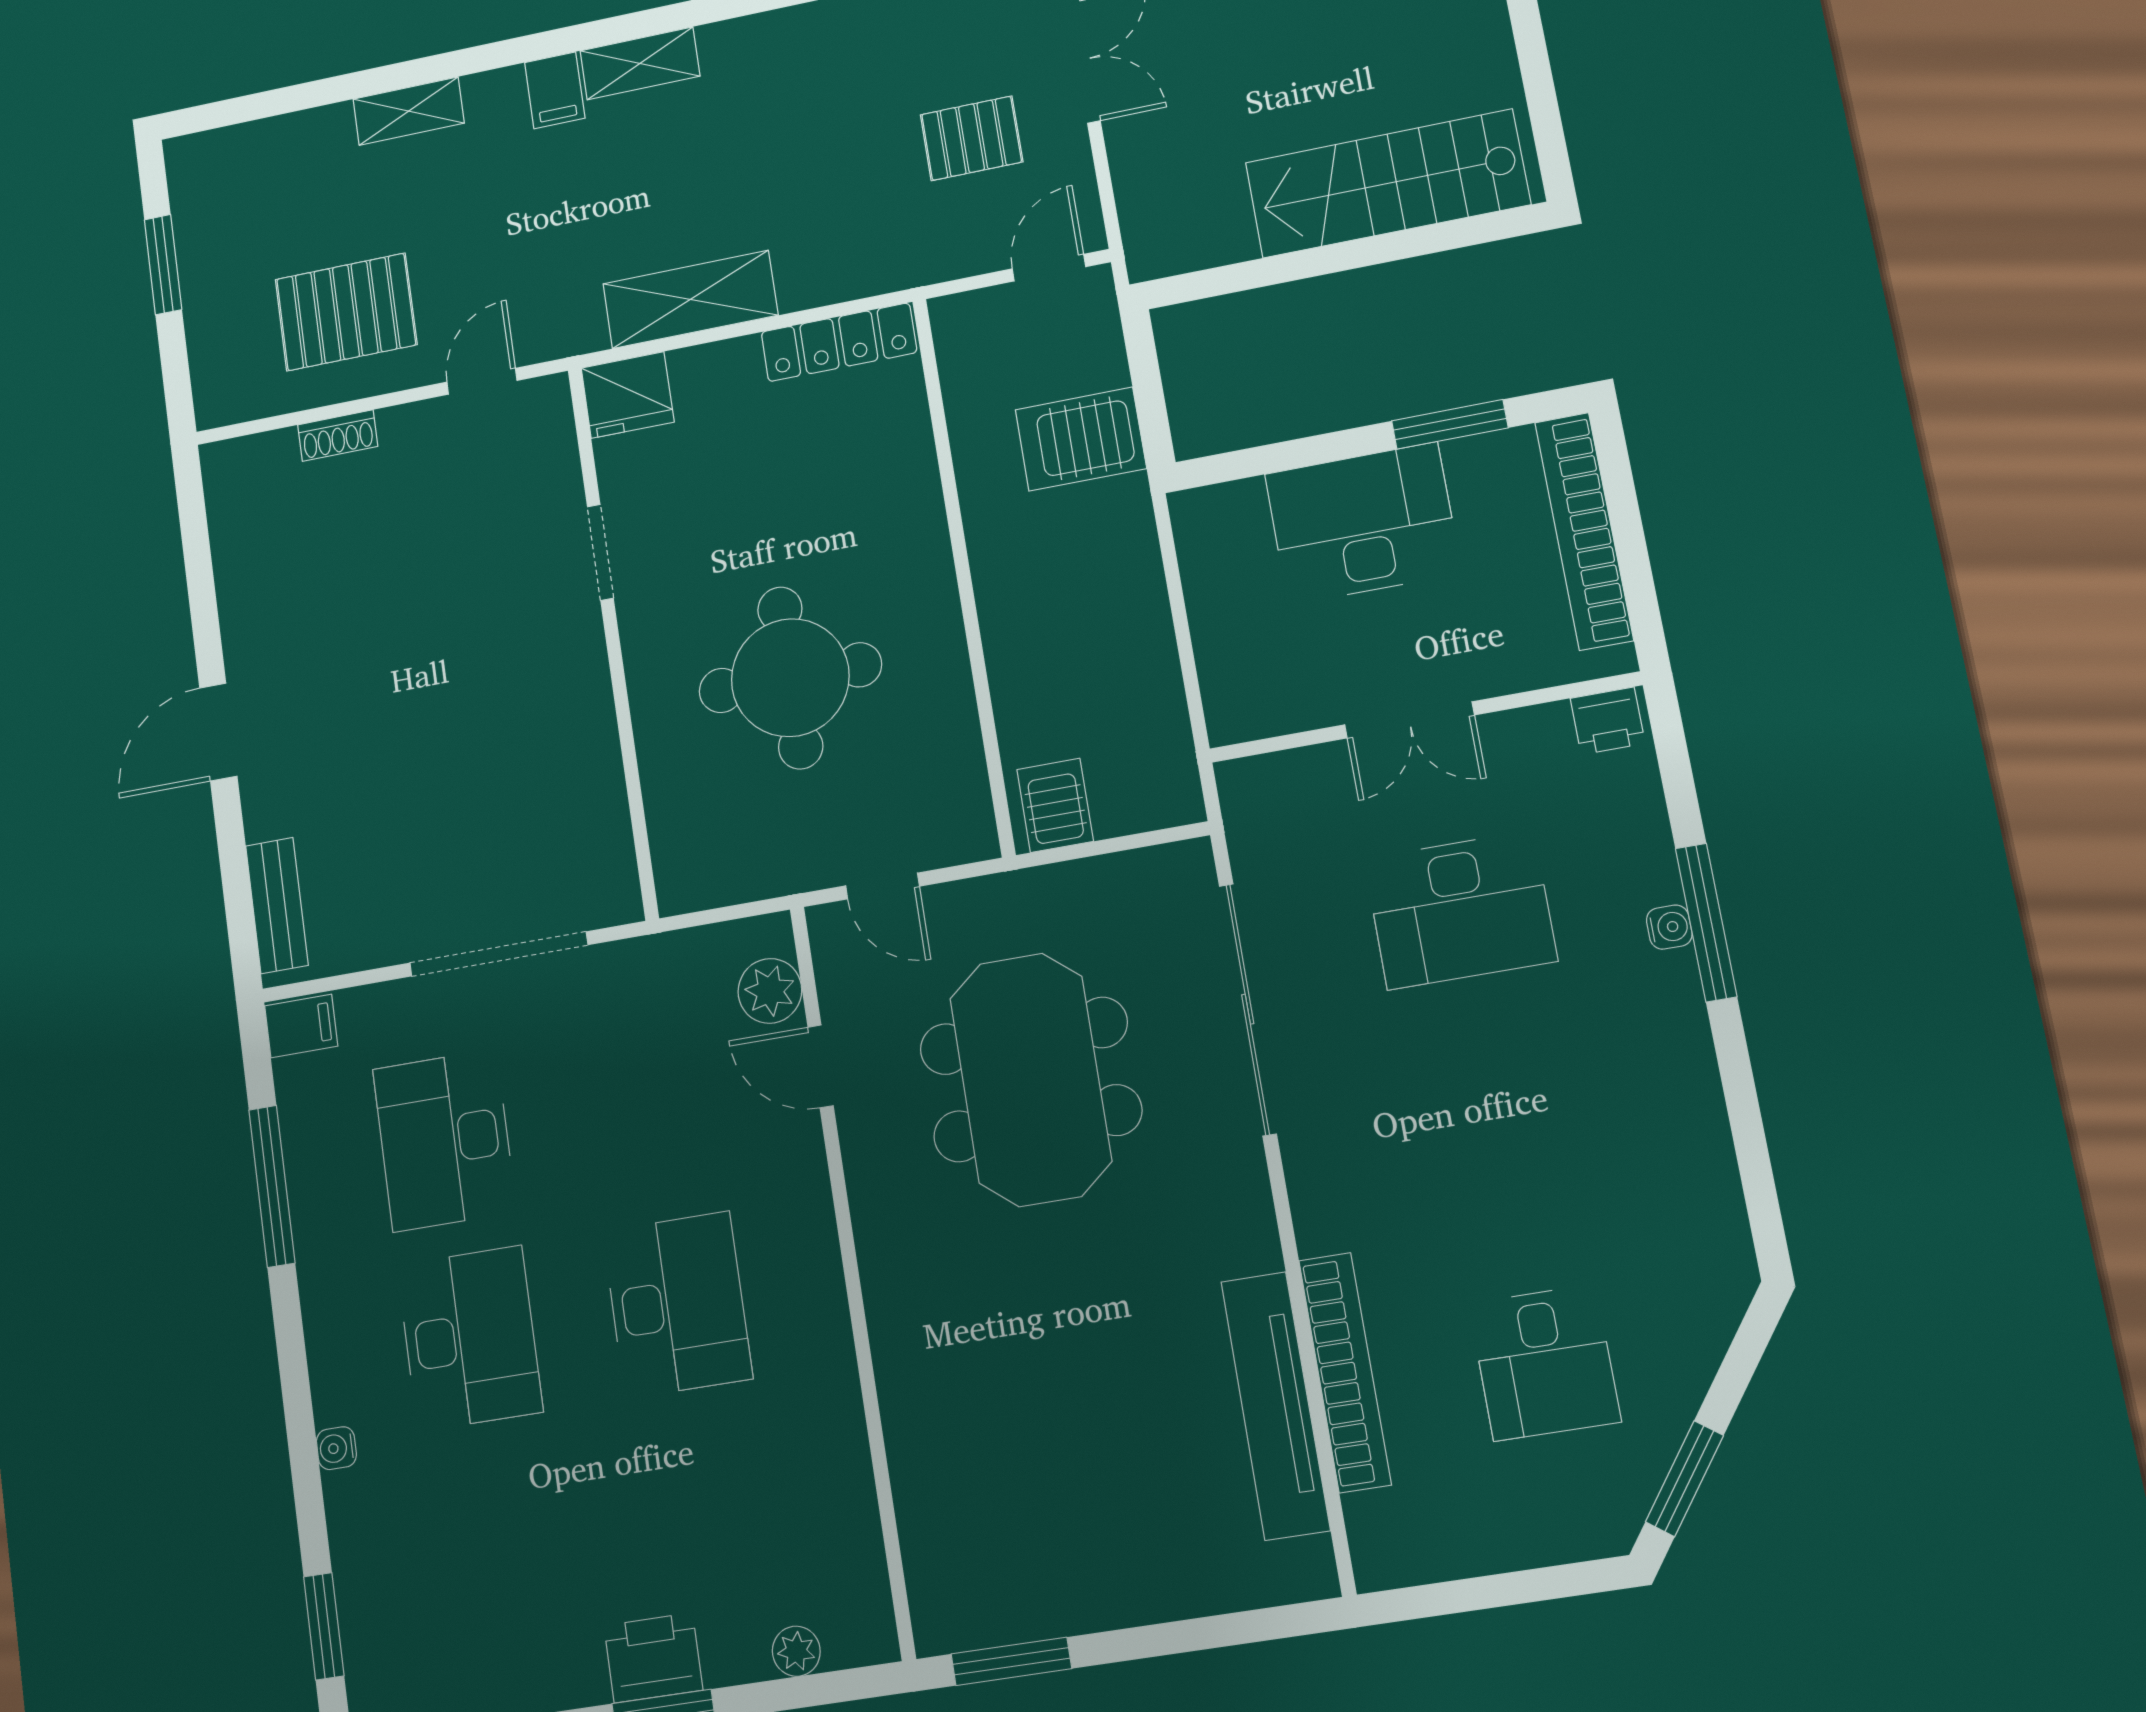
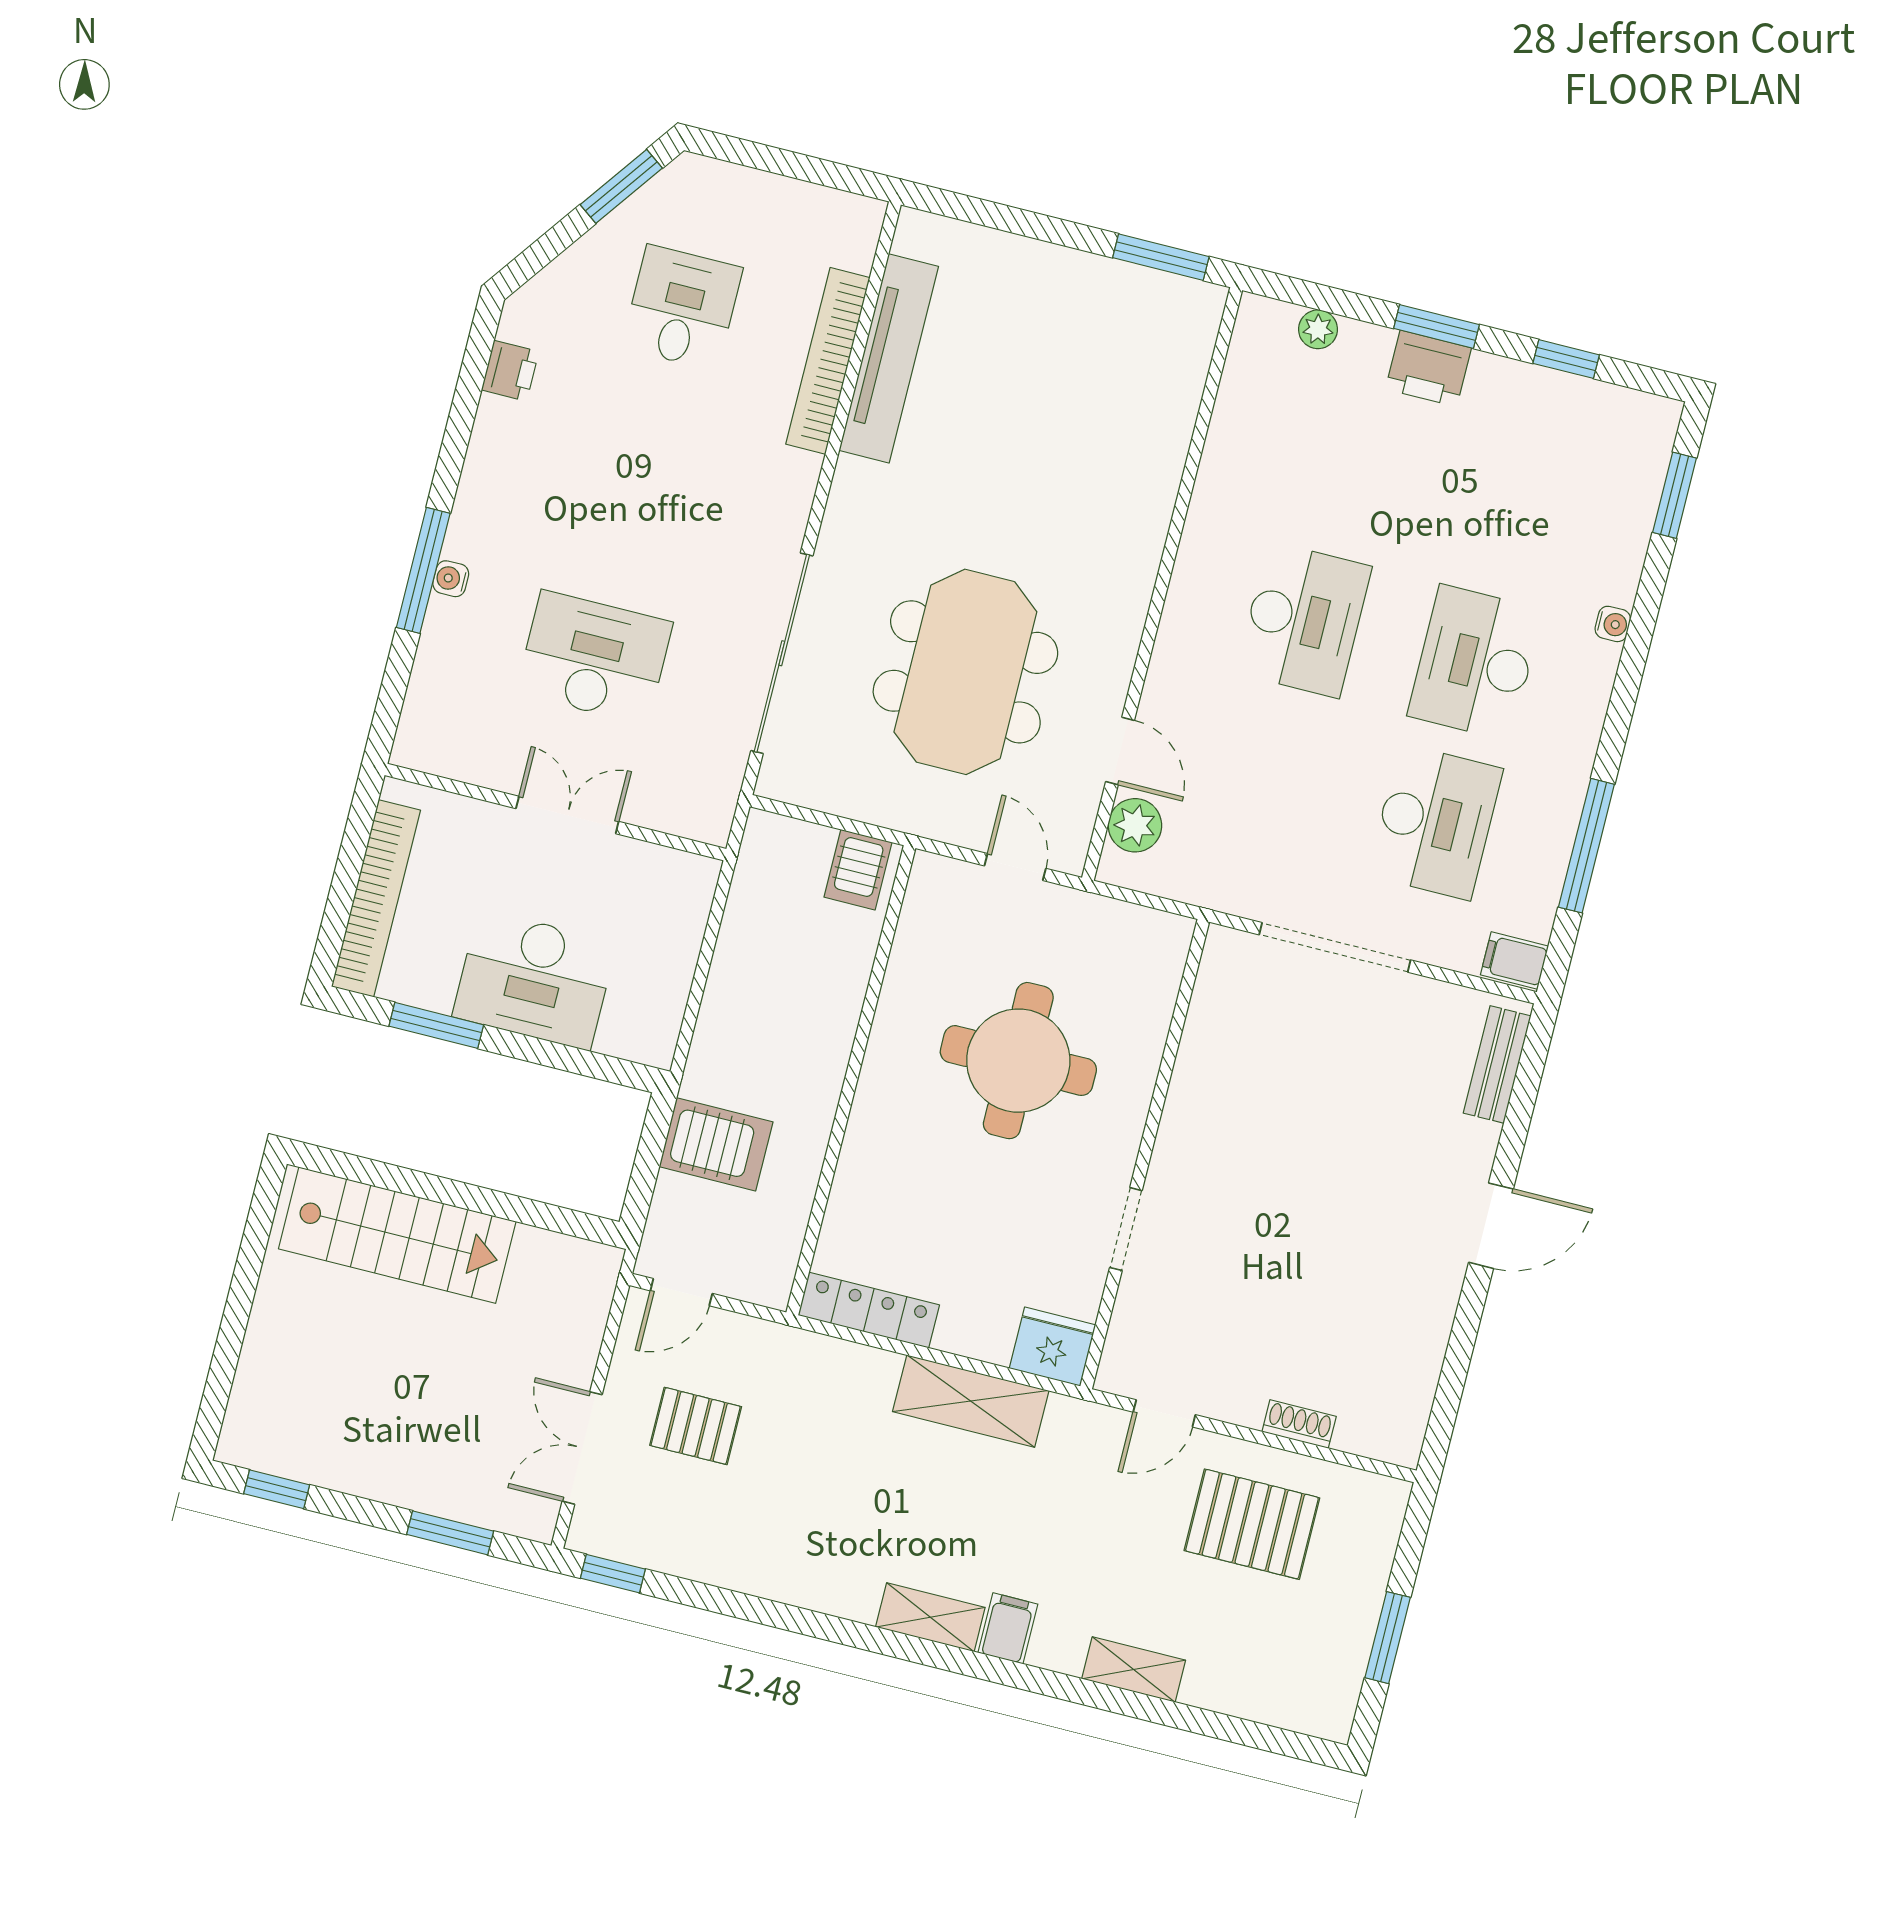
printer: (1608, 721) -> (510, 371), moved, turned 90
desk: (677, 1305) -> (1304, 620), turned 180

